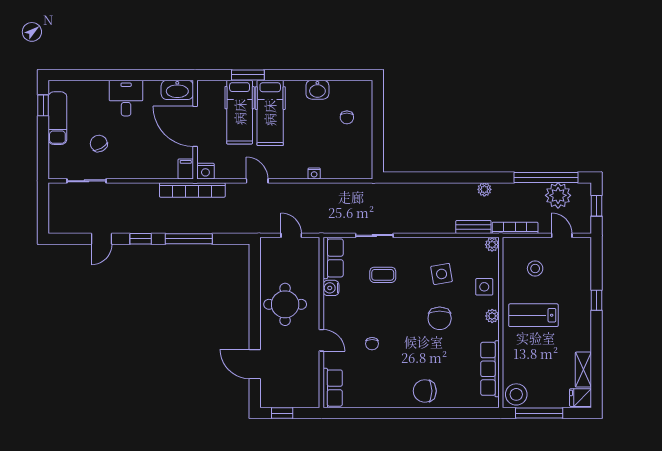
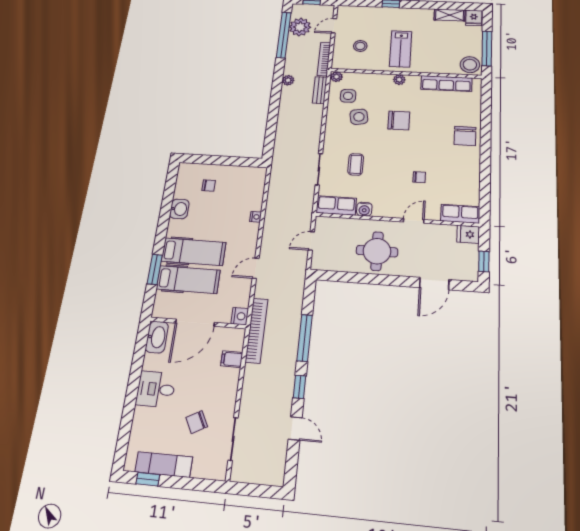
filing cabinet: (186, 169) -> (232, 359), moved
side table: (484, 287) -> (348, 96), moved
fridge: (310, 397) -> (468, 234), added

